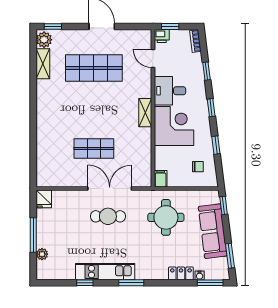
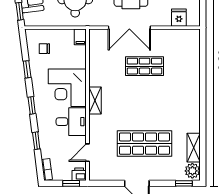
door: (153, 58) -> (88, 153), swing flipped
fridge: (44, 199) -> (179, 18), moved

